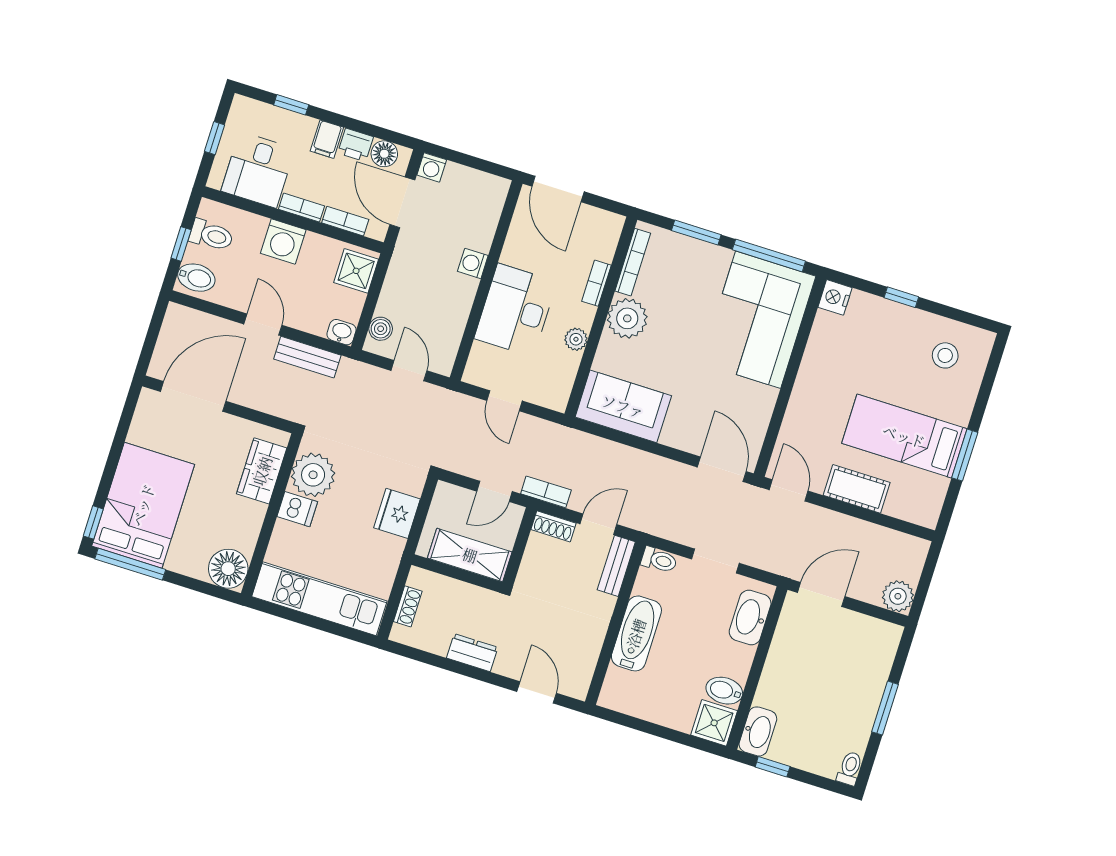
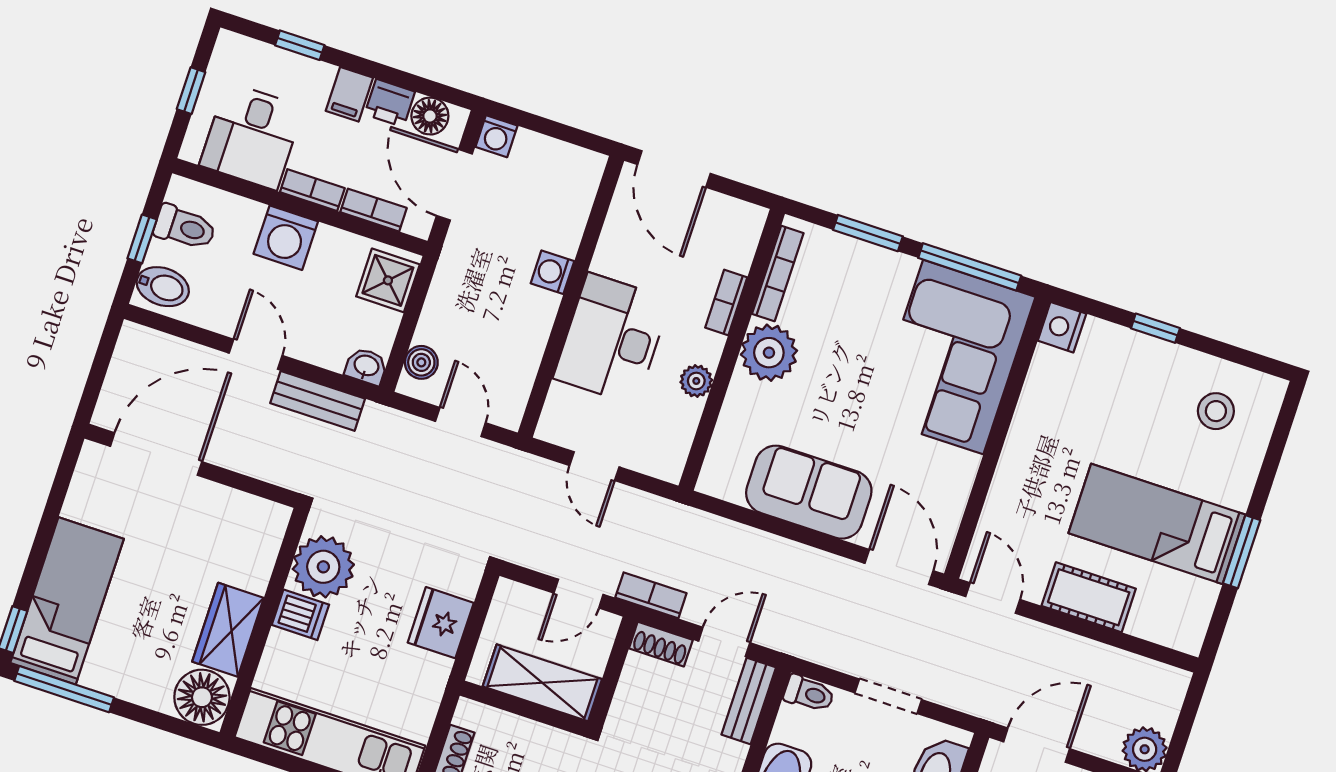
sofa: (623, 406) -> (809, 492), moved
wardrobe: (262, 471) -> (228, 630), moved
bed: (143, 505) -> (67, 601), width x0.67

